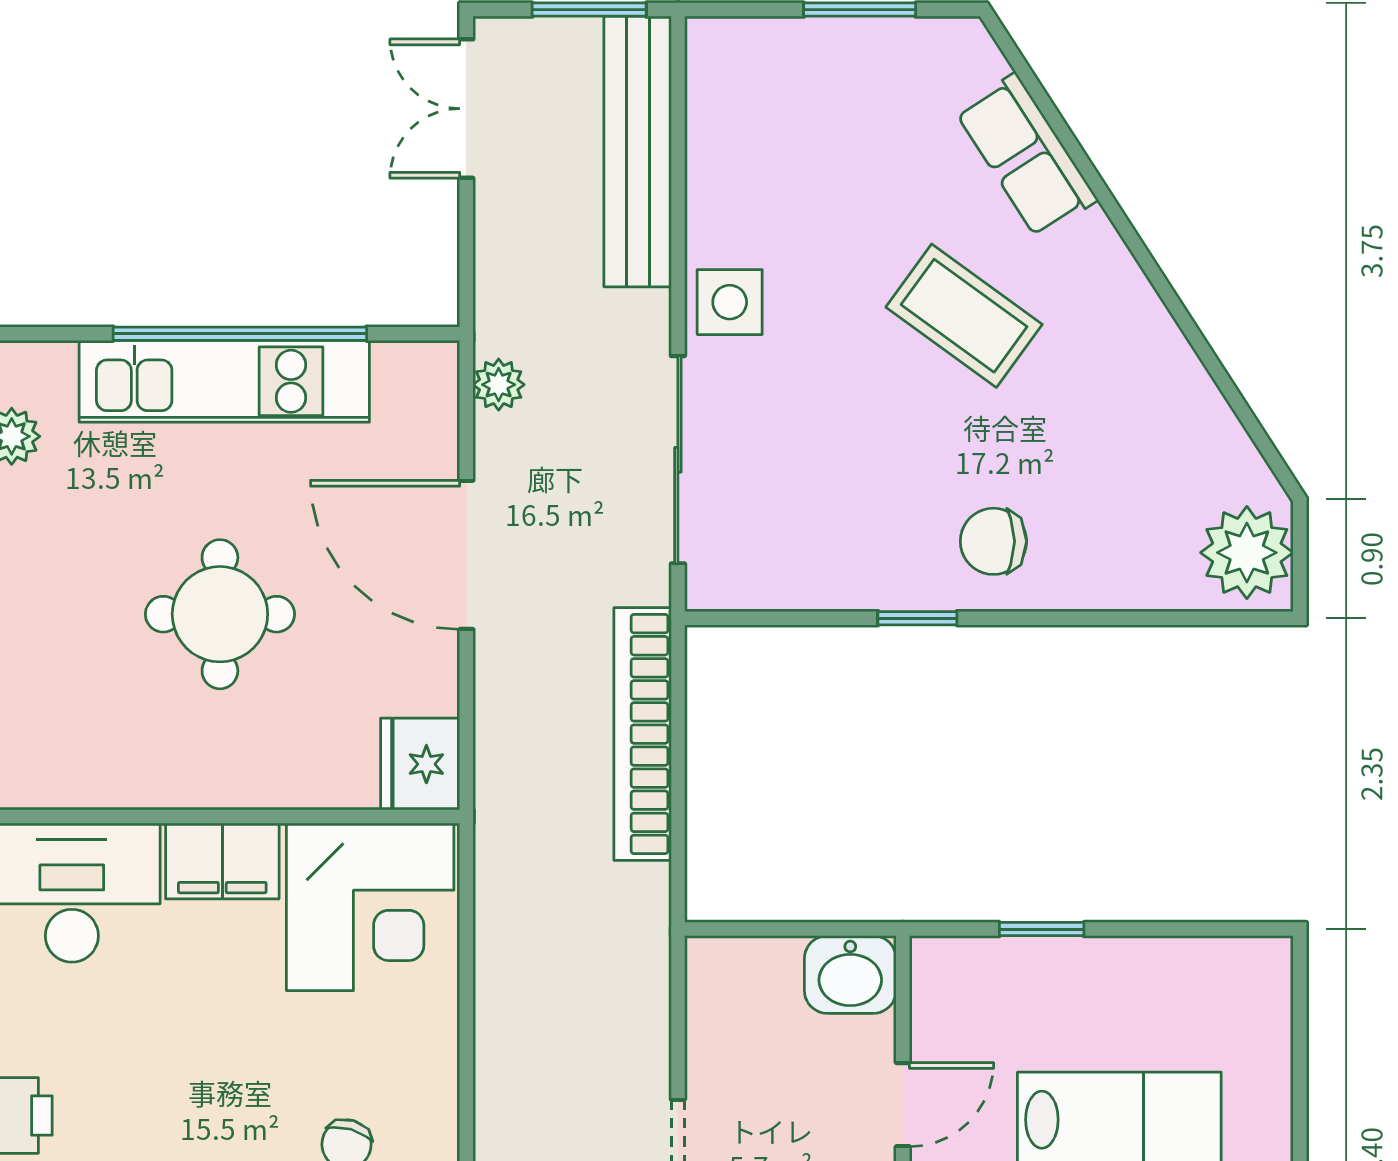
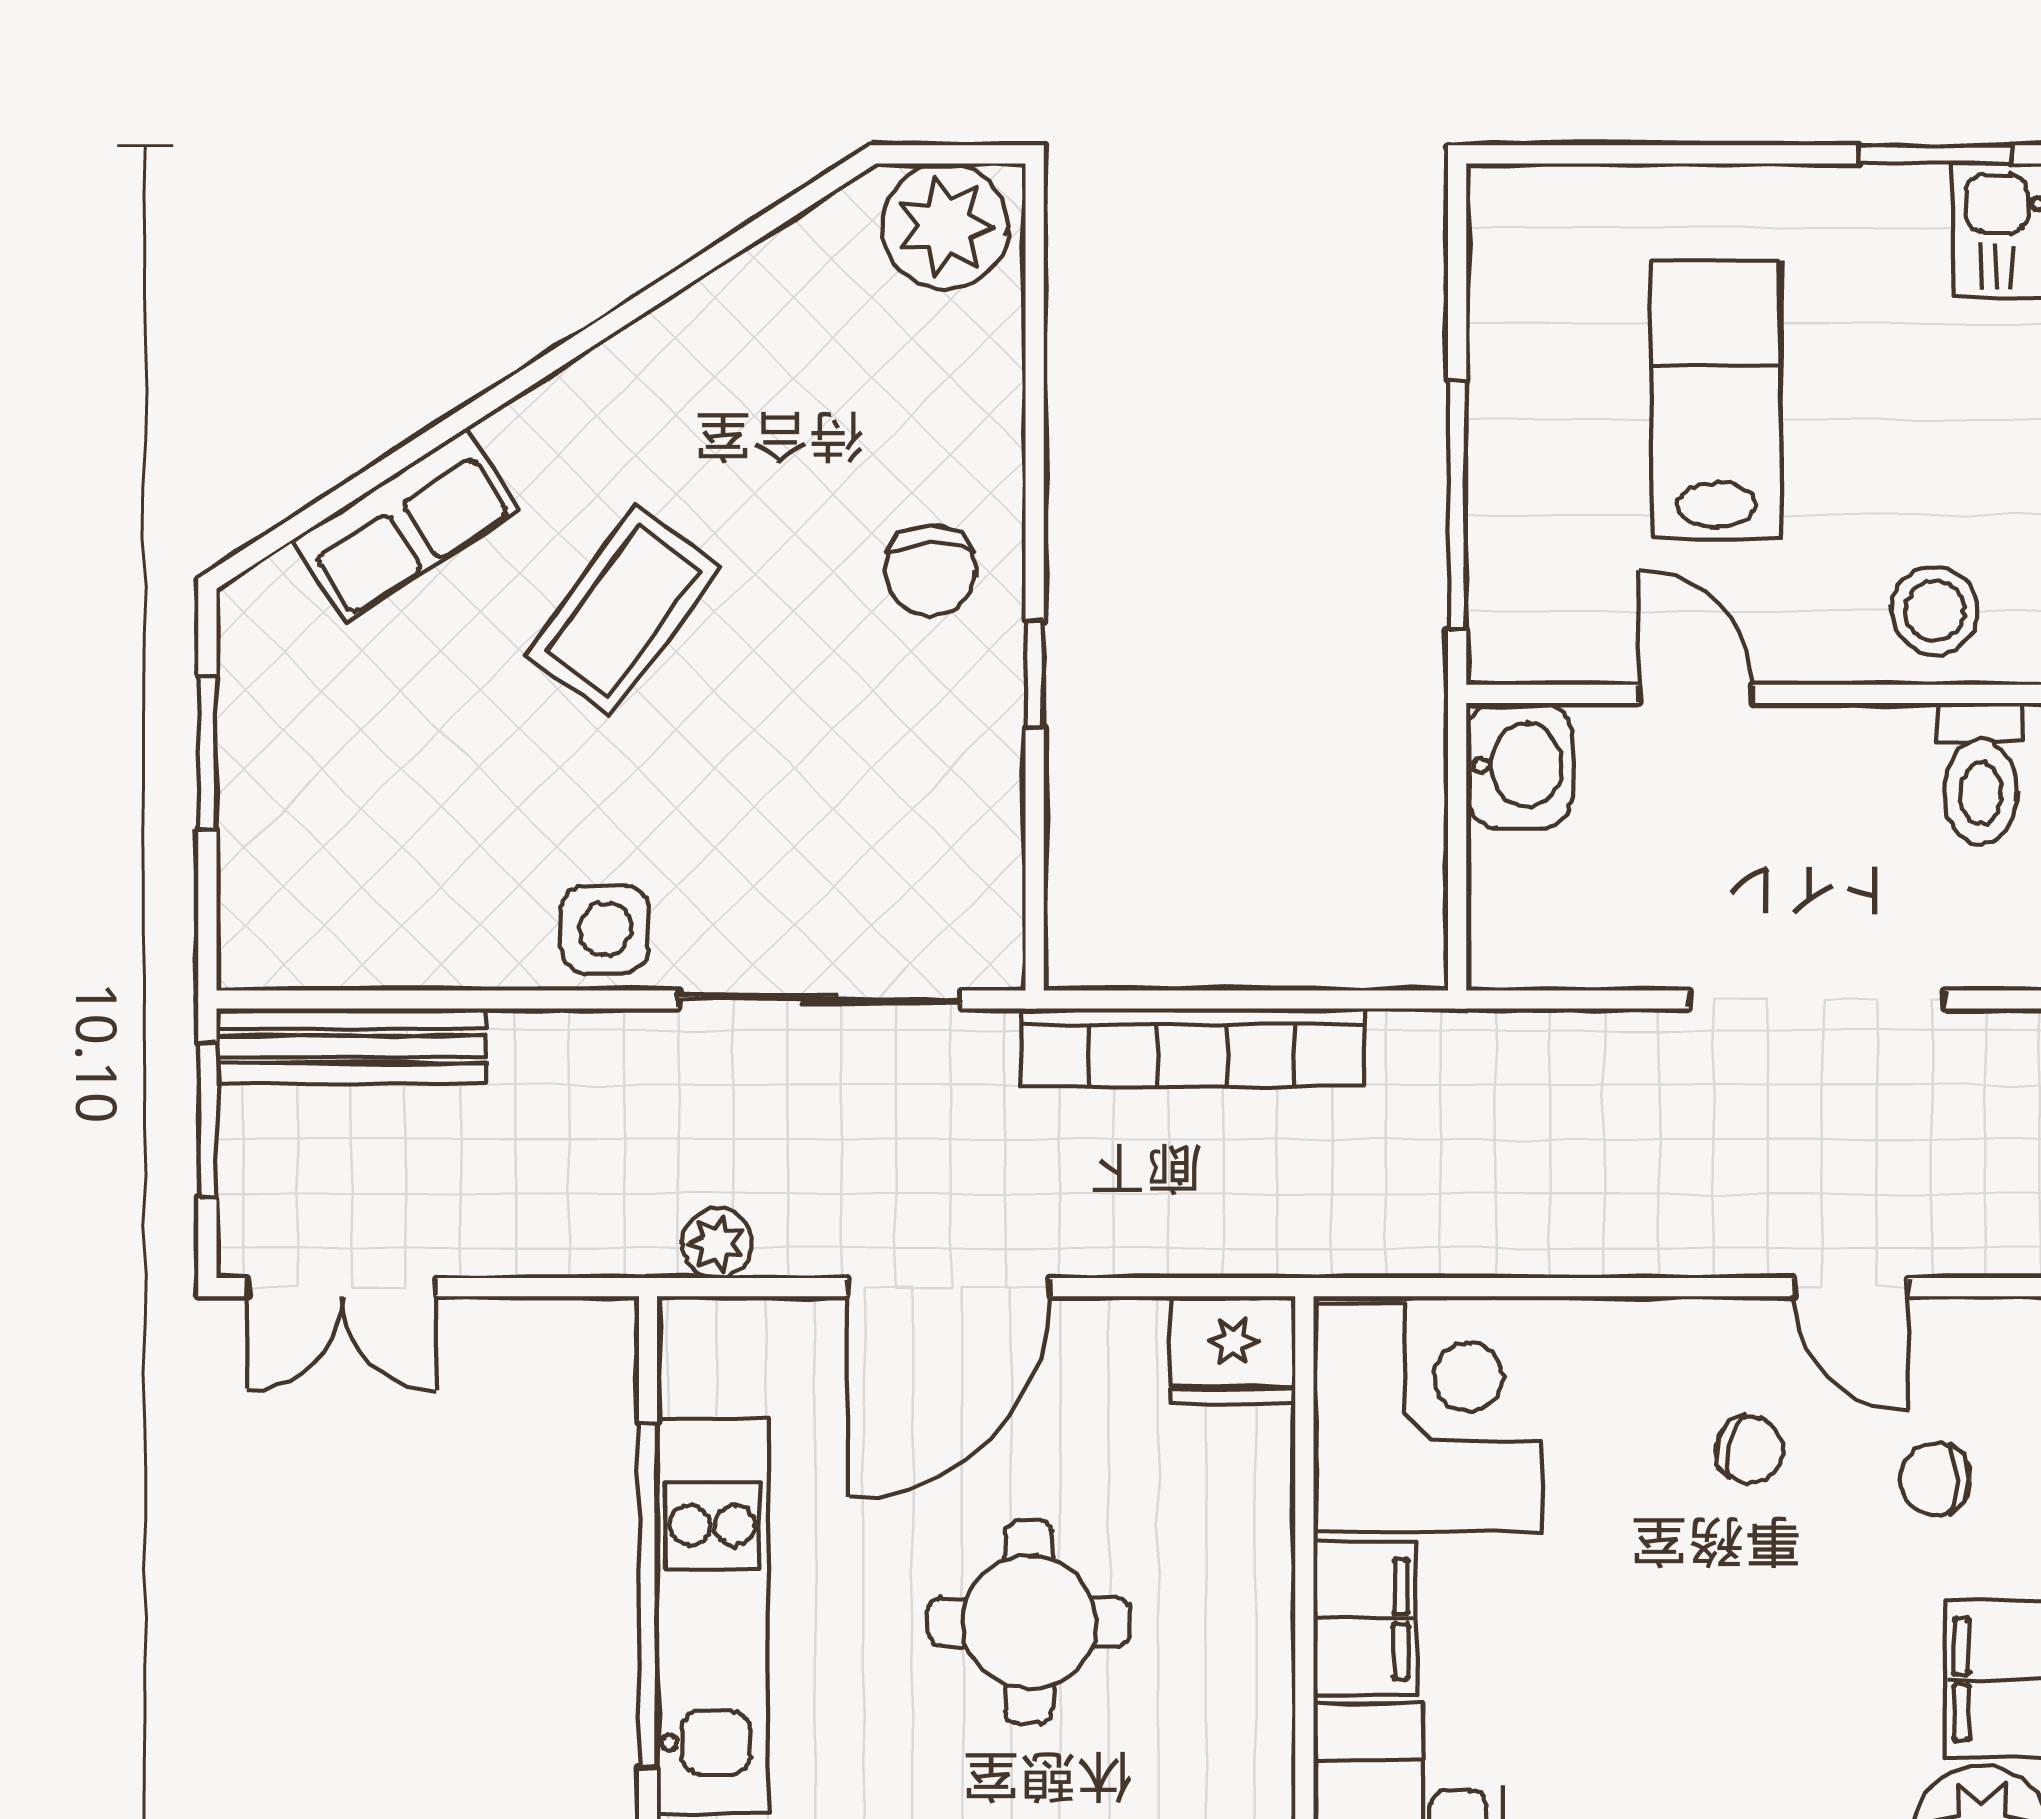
bench: (638, 152) -> (351, 1046), width x0.73, depth x0.82
window: (1042, 929) -> (1457, 505), width x2.17

